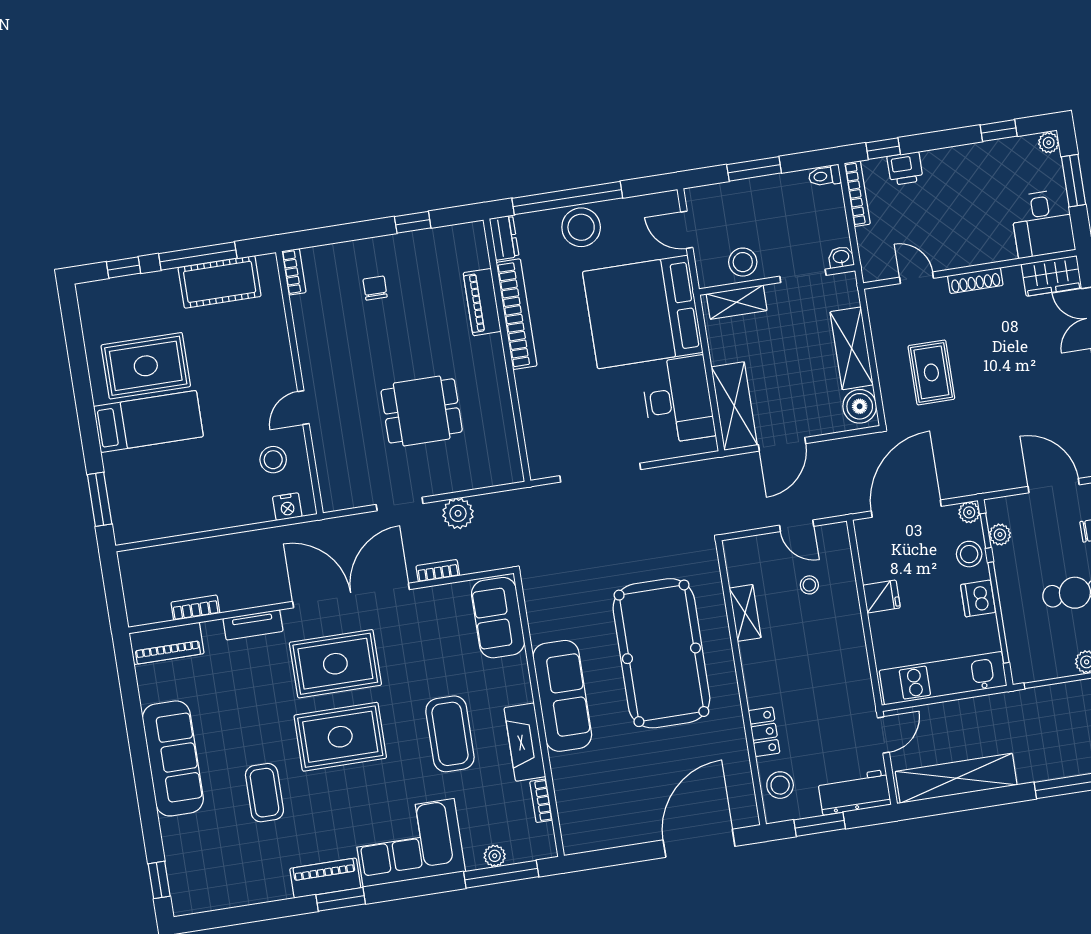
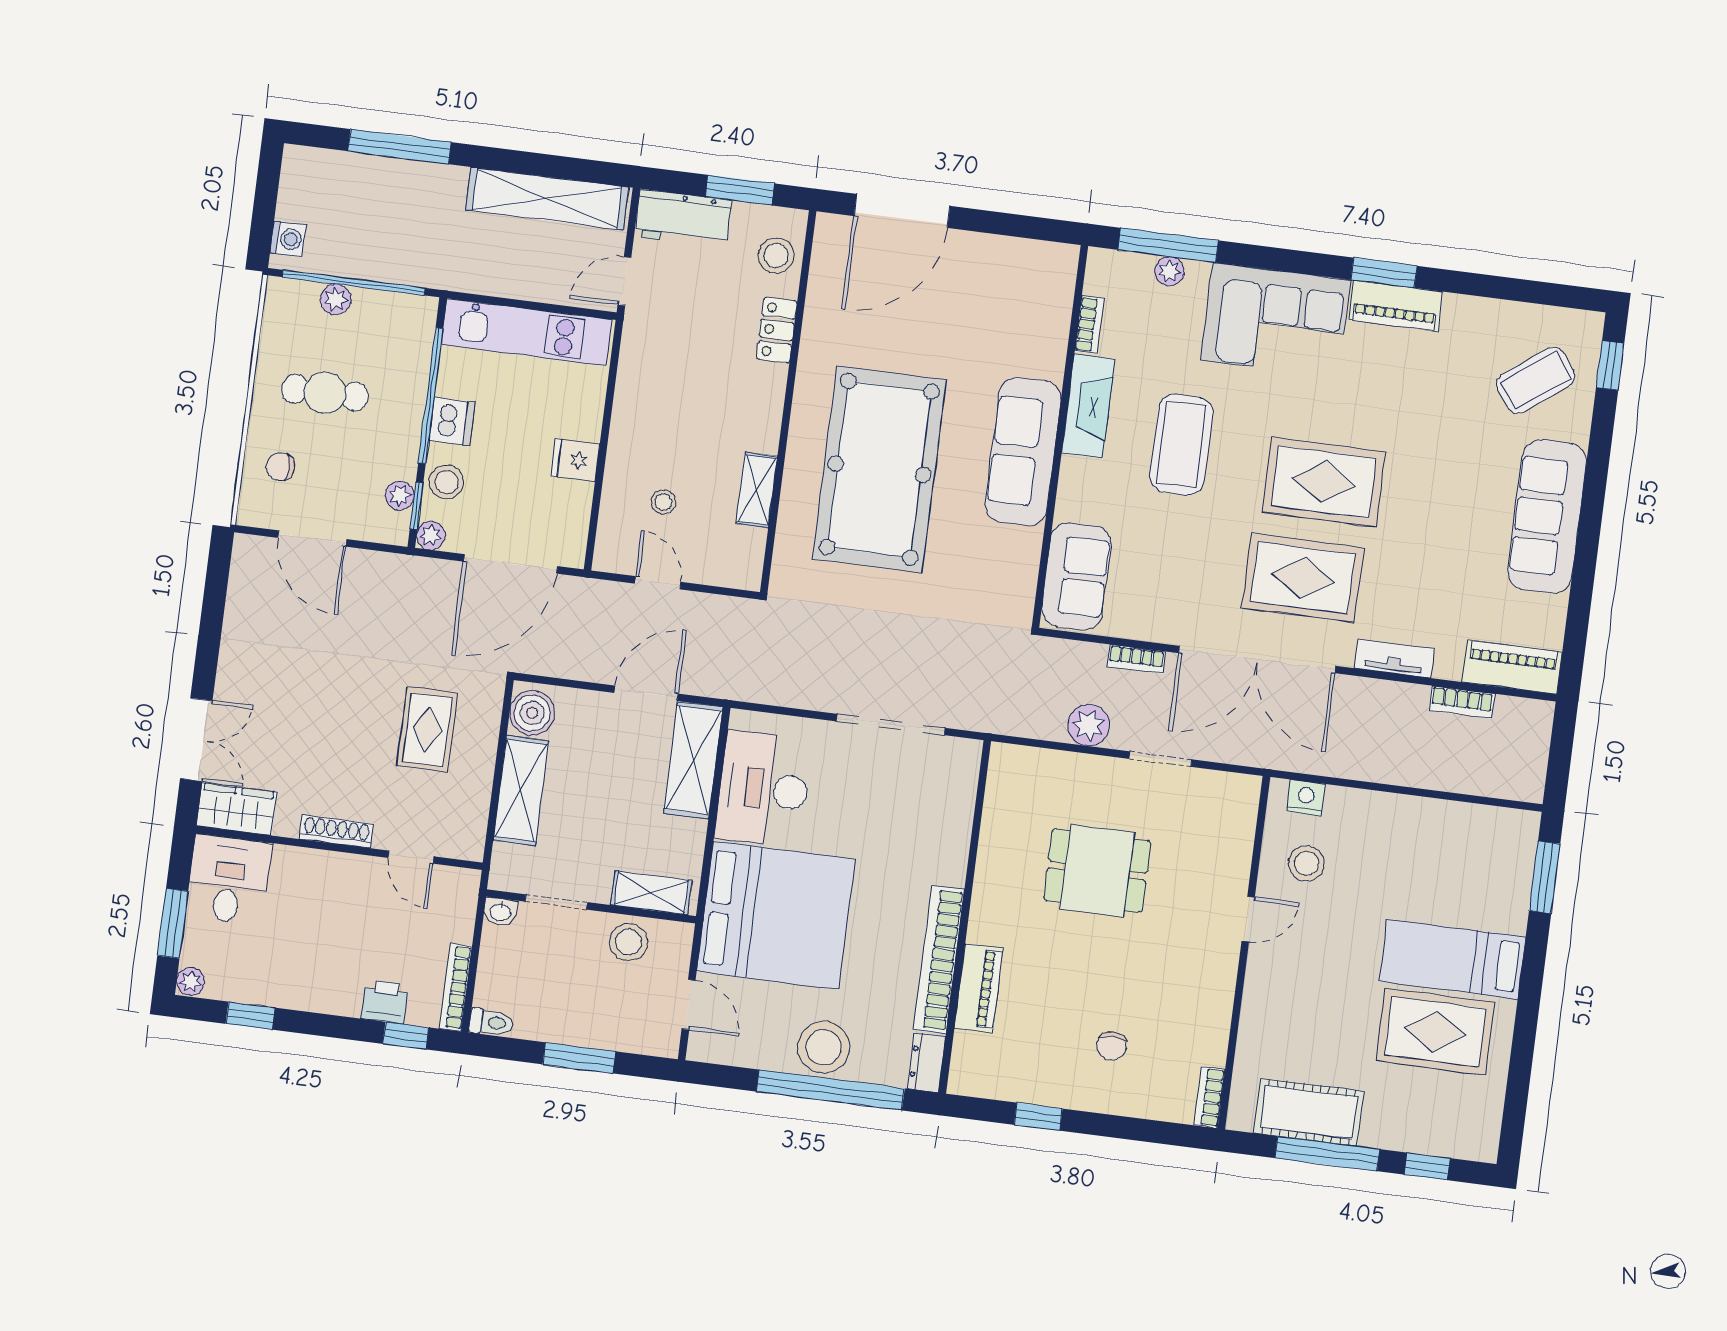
coffee table: (264, 793) -> (1536, 380), moved, turned 53

